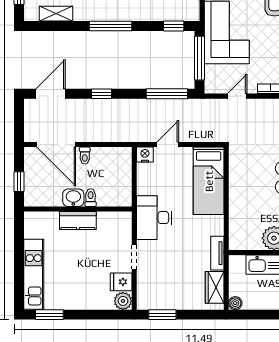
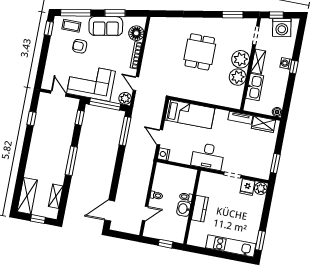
plant: (213, 85) -> (125, 98), added
door: (51, 94) -> (110, 211), hinge flipped
window: (101, 94) -> (116, 176), removed
door: (56, 145) -> (145, 213), width x0.53

